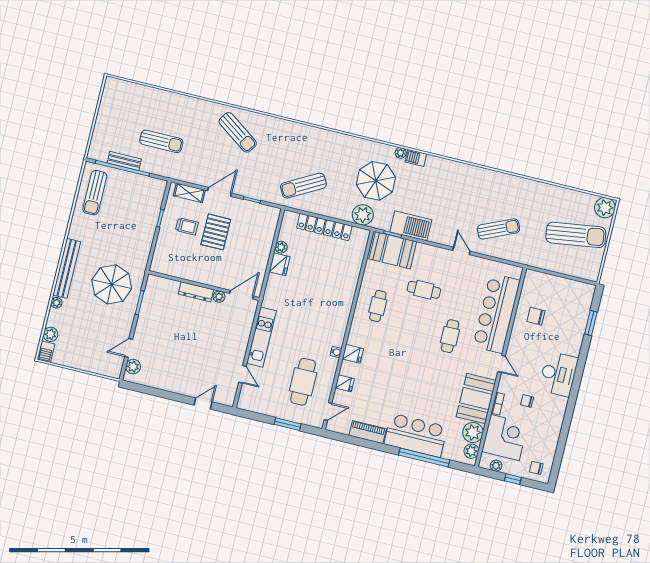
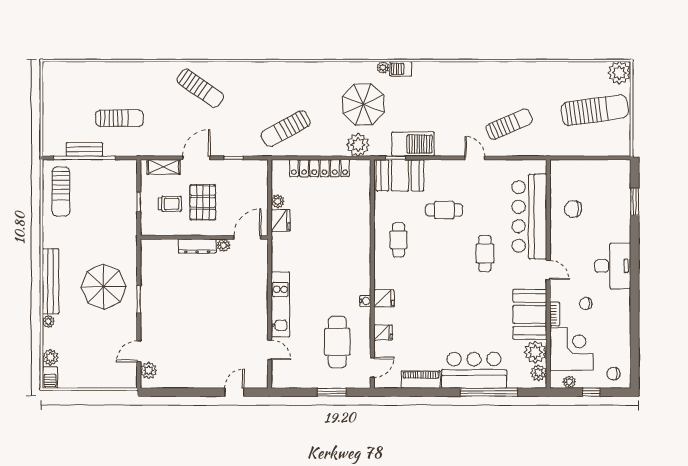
wall: (204, 286) -> (204, 237), moved
dresser: (196, 292) -> (197, 246), moved
door: (242, 295) -> (247, 237), moved
plant: (219, 297) -> (223, 245), moved

